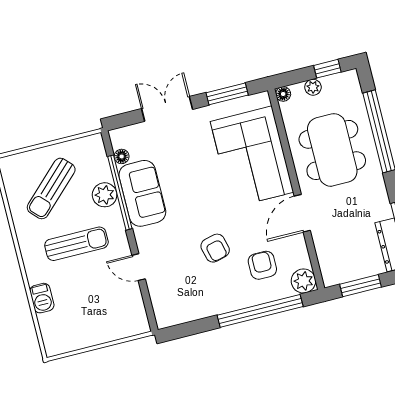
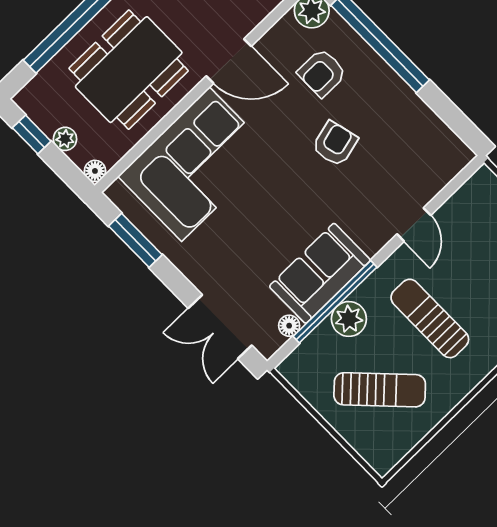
double door: (167, 109) -> (220, 327), moved

